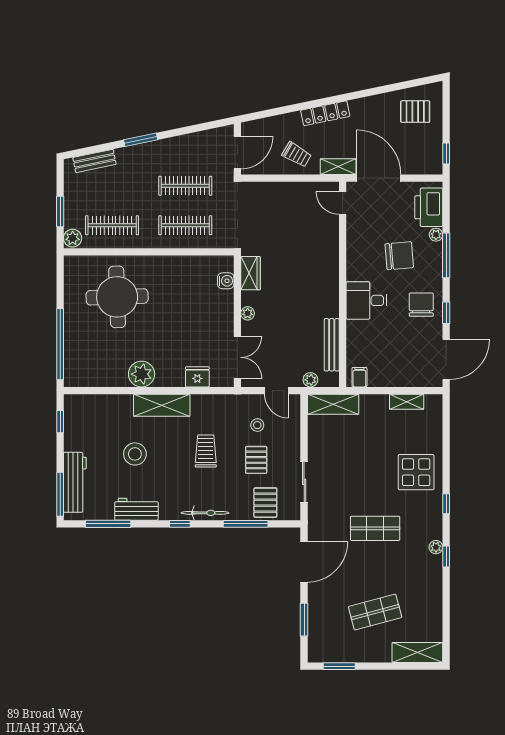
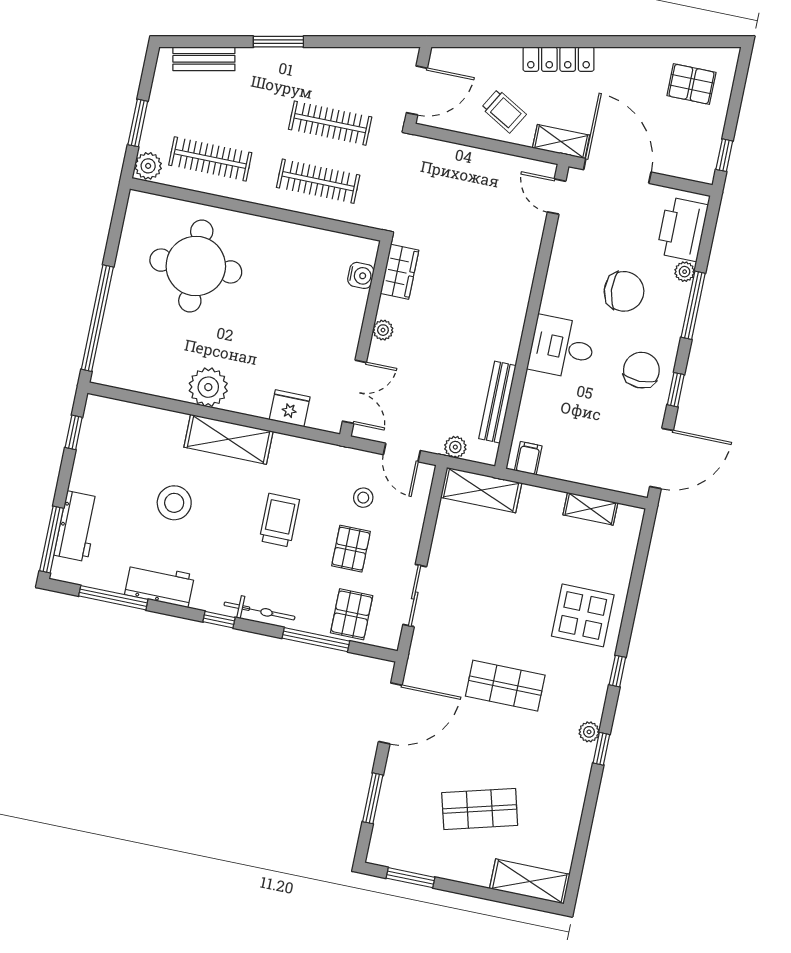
workbench: (75, 482) -> (77, 526), width x0.73

